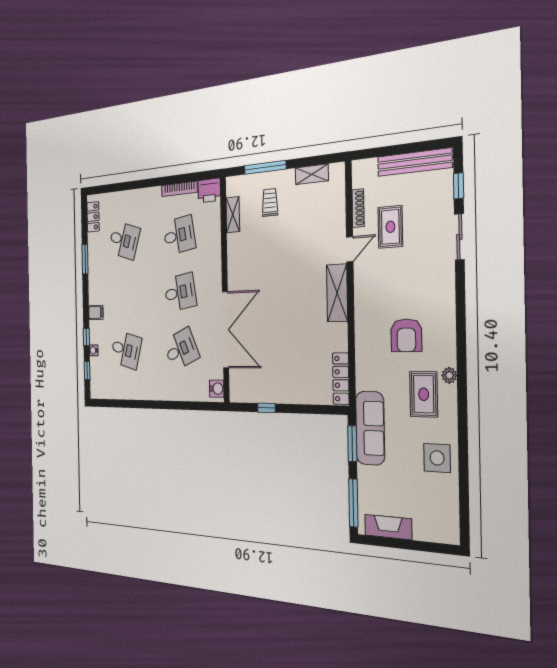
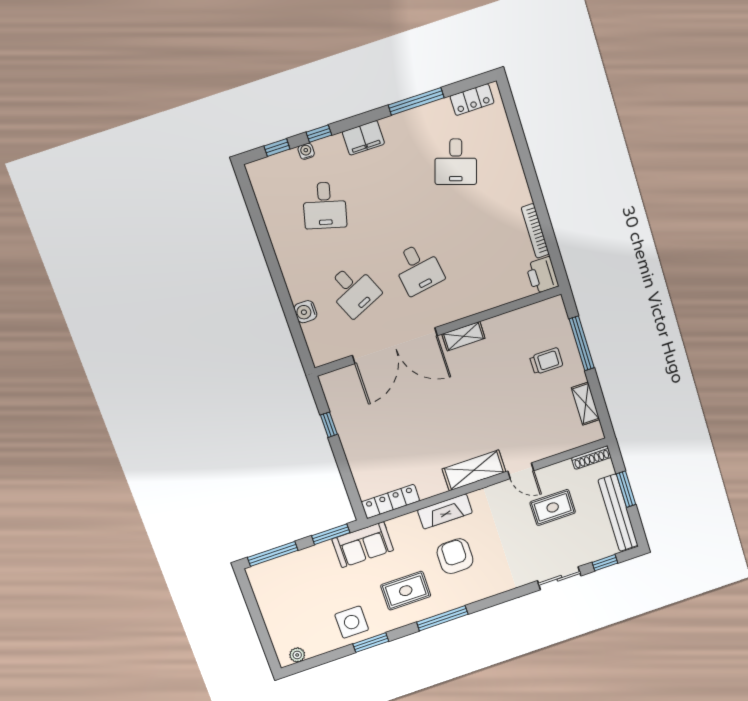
window: (395, 150) -> (626, 489), added
shoe rack: (358, 208) -> (591, 458), moved
shelving: (233, 215) -> (463, 336), moved
desk: (179, 235) -> (483, 247), removed
window: (85, 259) -> (416, 101), width x1.44
filing cabinet: (96, 312) -> (363, 138), width x2.00
armchair: (406, 335) -> (455, 556), turned 90
window: (462, 368) -> (442, 618), added
plant: (449, 375) -> (297, 655), moved
water cooler: (217, 389) -> (305, 312), moved, turned 90
sofa: (370, 428) -> (363, 545), width x0.73
window: (463, 448) -> (371, 643), added
fireplace: (388, 527) -> (445, 511), moved, turned 90

